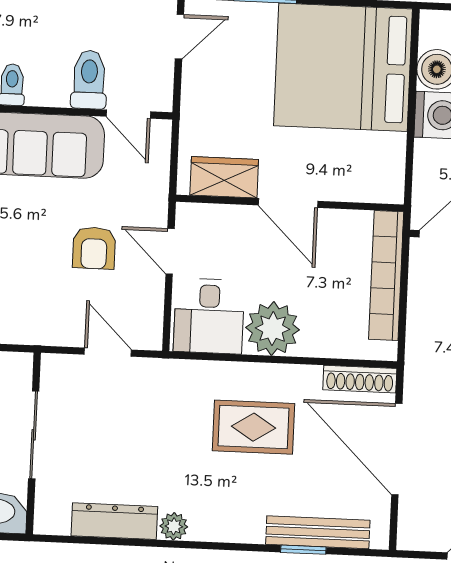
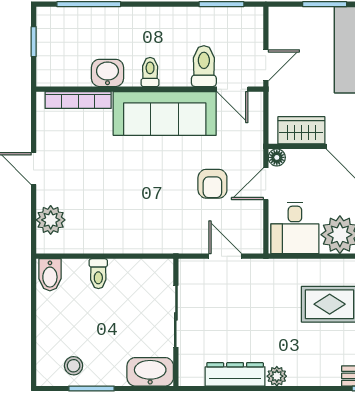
door: (179, 37) -> (266, 65), moved
floor lamp: (187, 214) -> (277, 157), added
door: (170, 251) -> (266, 184), hinge flipped

